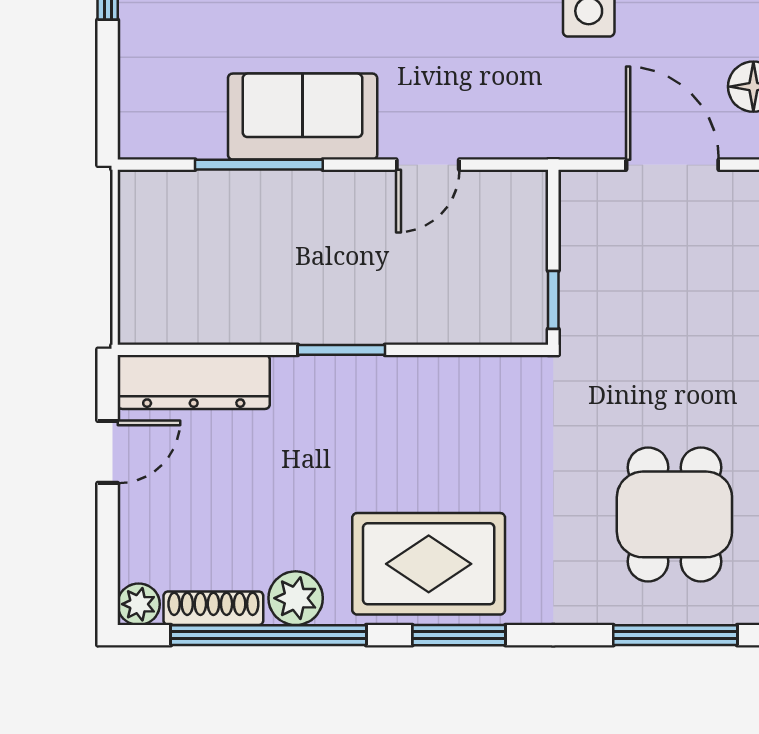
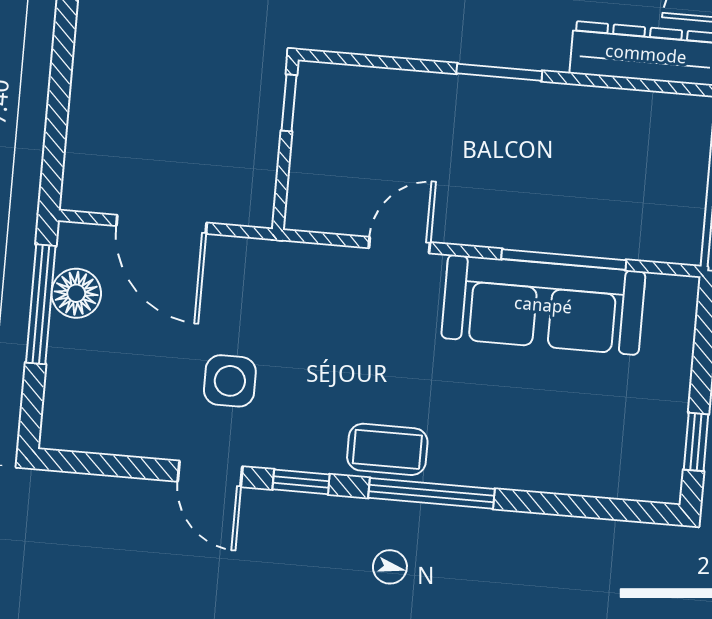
sofa: (303, 117) -> (543, 305), width x1.36

